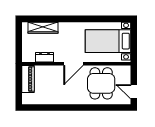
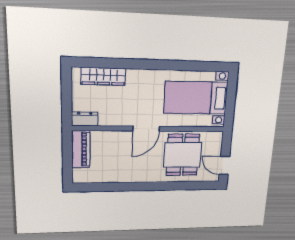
dresser: (44, 57) -> (85, 119), moved

